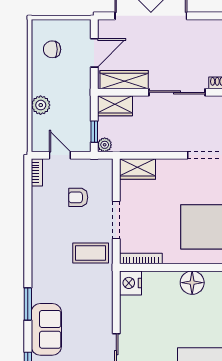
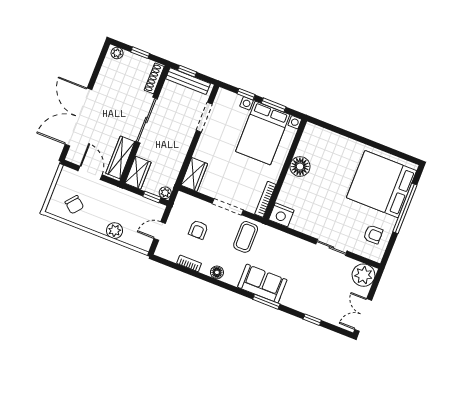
chair: (52, 49) -> (74, 205), turned -50
bookcase: (37, 172) -> (189, 263), moved
floor lamp: (39, 237) -> (217, 272), added
sofa: (46, 329) -> (262, 283), moved

